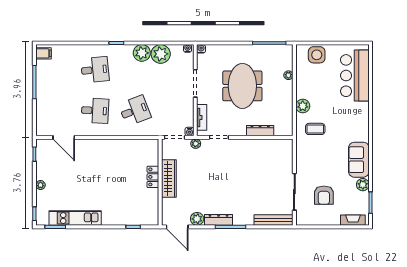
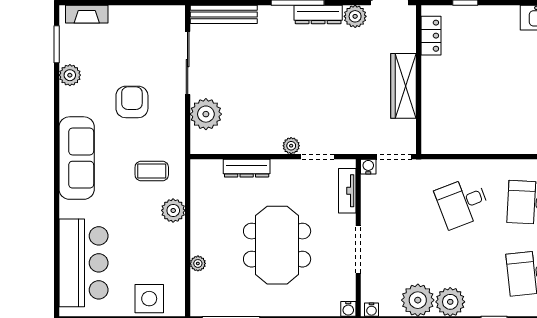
plant: (196, 144) -> (291, 146), moved
sofa: (359, 160) -> (77, 158), moved, width x1.36
plant: (284, 162) -> (206, 114), added
locker: (153, 177) -> (431, 36), moved
armchair: (324, 195) -> (132, 102), moved

